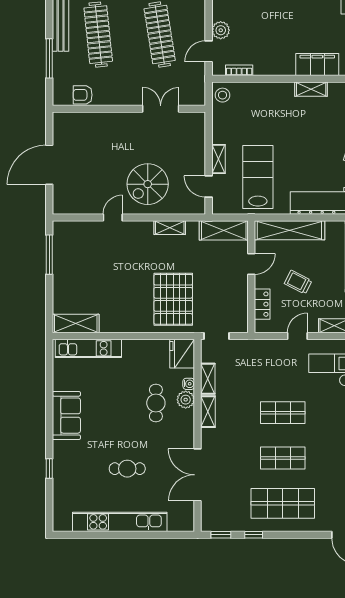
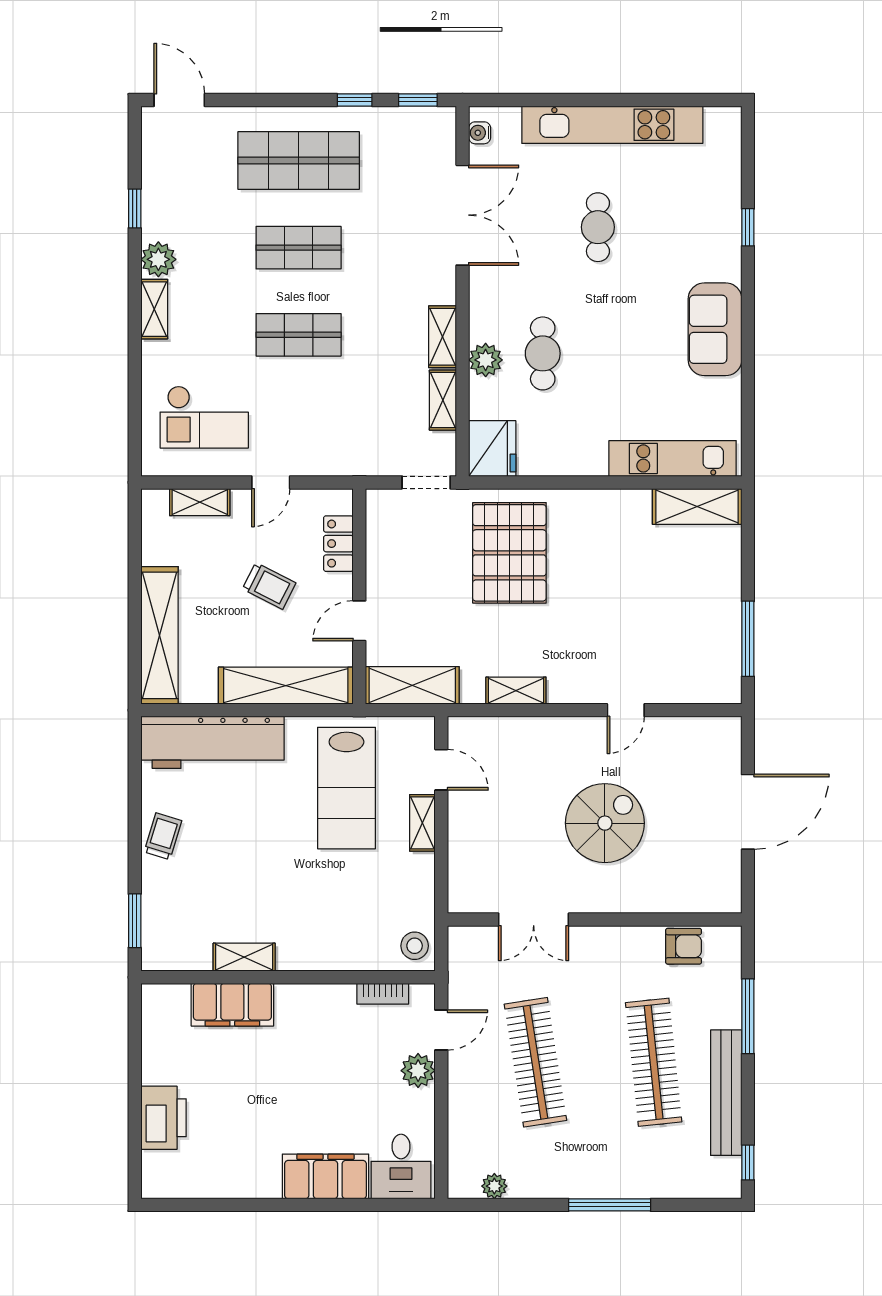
spiral stairs: (148, 184) -> (605, 823), moved
water cooler: (189, 384) -> (480, 133), moved
cafe table: (127, 469) -> (598, 227), turned 90

